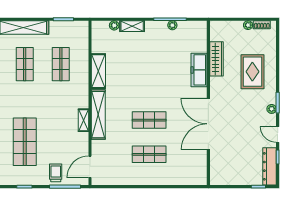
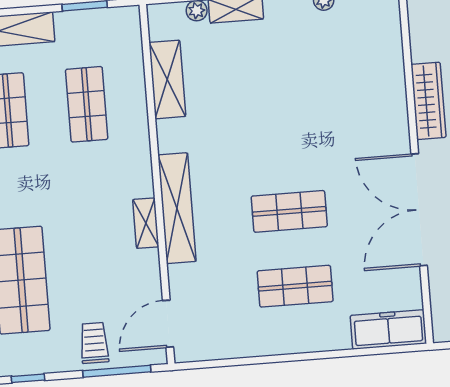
wardrobe: (216, 59) -> (428, 101), moved
freezer: (199, 70) -> (388, 330), moved, turned 90
shelving: (98, 71) -> (167, 79), moved

